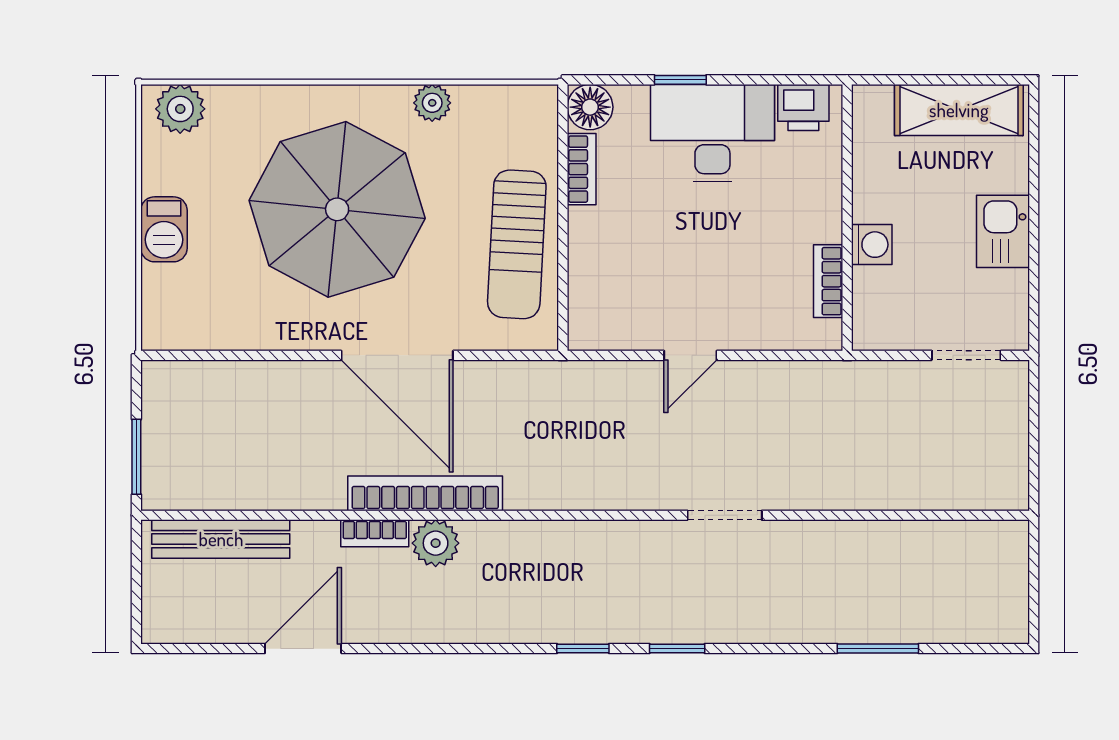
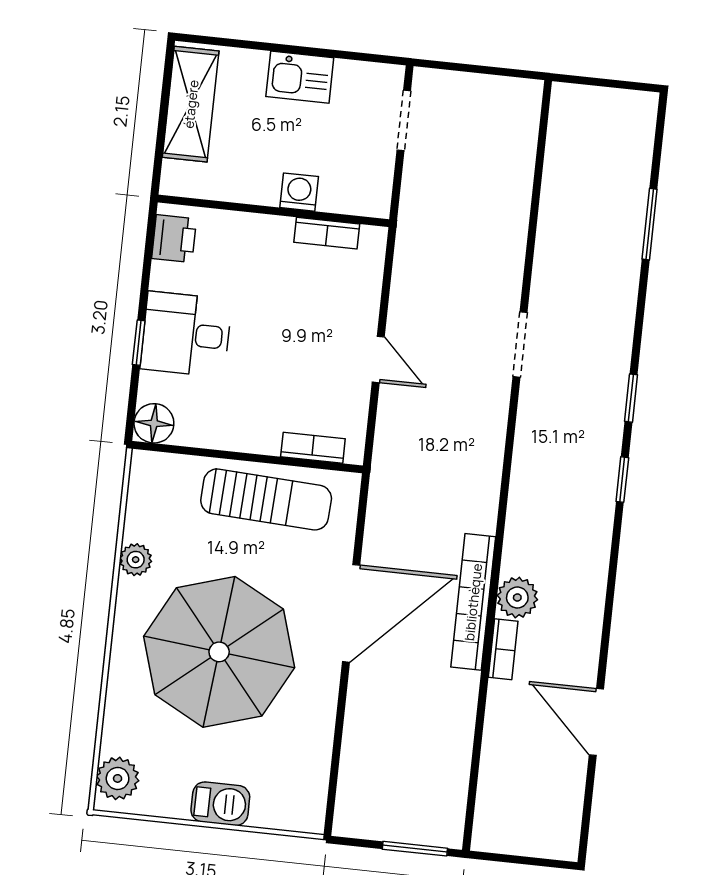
desk: (712, 133) -> (186, 334), width x0.73
bookcase: (582, 169) -> (313, 448), moved
bench: (221, 539) -> (494, 783), removed

